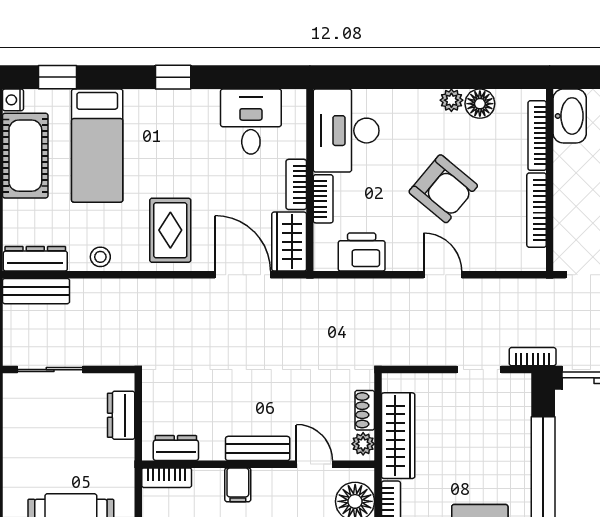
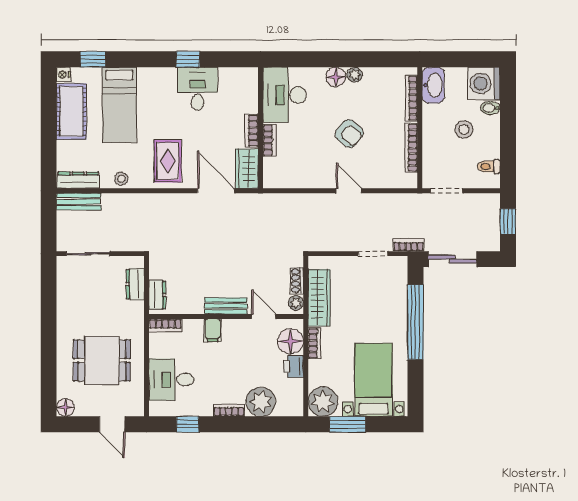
window: (173, 77) -> (188, 59), moved
floor lamp: (480, 104) -> (336, 77), moved
desk: (251, 122) -> (198, 89), moved
armchair: (443, 189) -> (349, 134), width x0.72, depth x0.72
printer: (362, 252) -> (295, 176), removed
dresser: (176, 448) -> (157, 295), moved, turned 90

